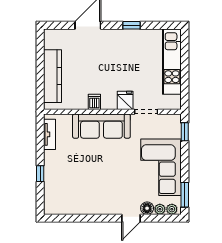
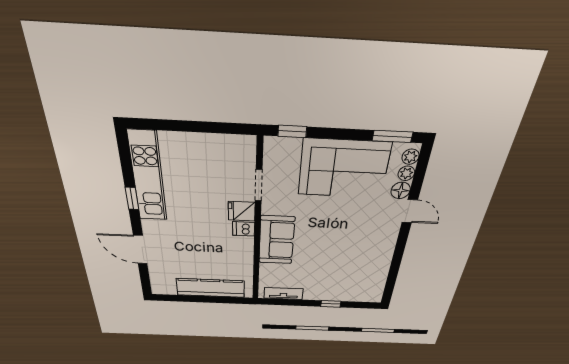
kitchen unit: (172, 62) -> (148, 177), moved, turned -90
dishwasher: (94, 102) -> (244, 229), moved
sofa: (101, 126) -> (277, 240), width x0.73

